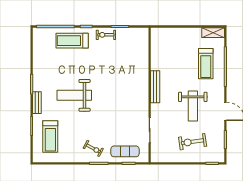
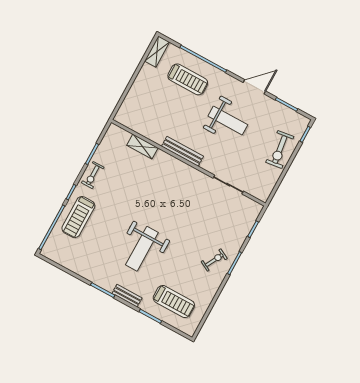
shelving: (144, 58) -> (142, 147), added
exercise bike: (193, 142) -> (280, 149), moved
exercise mat: (125, 151) -> (237, 226), removed

